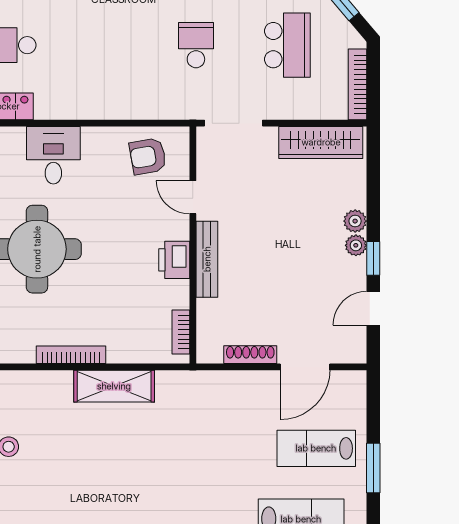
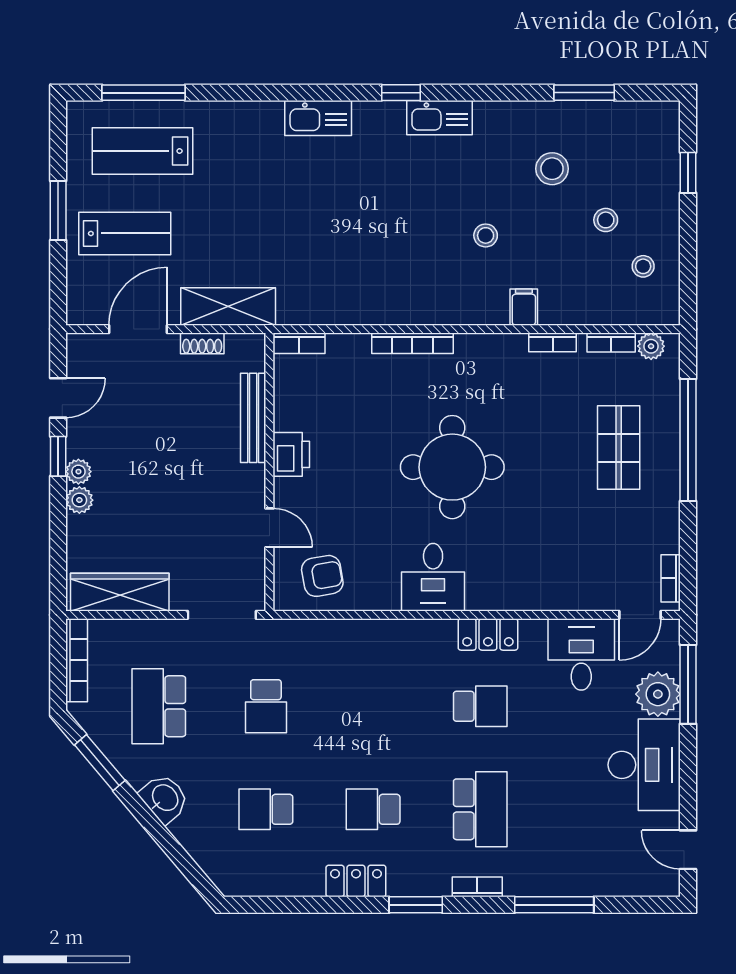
bench: (207, 259) -> (253, 418), moved
bookcase: (181, 332) -> (299, 343), moved, turned 90
shoe rack: (250, 355) -> (202, 343), width x0.70
shelving: (114, 386) -> (228, 306), moved

